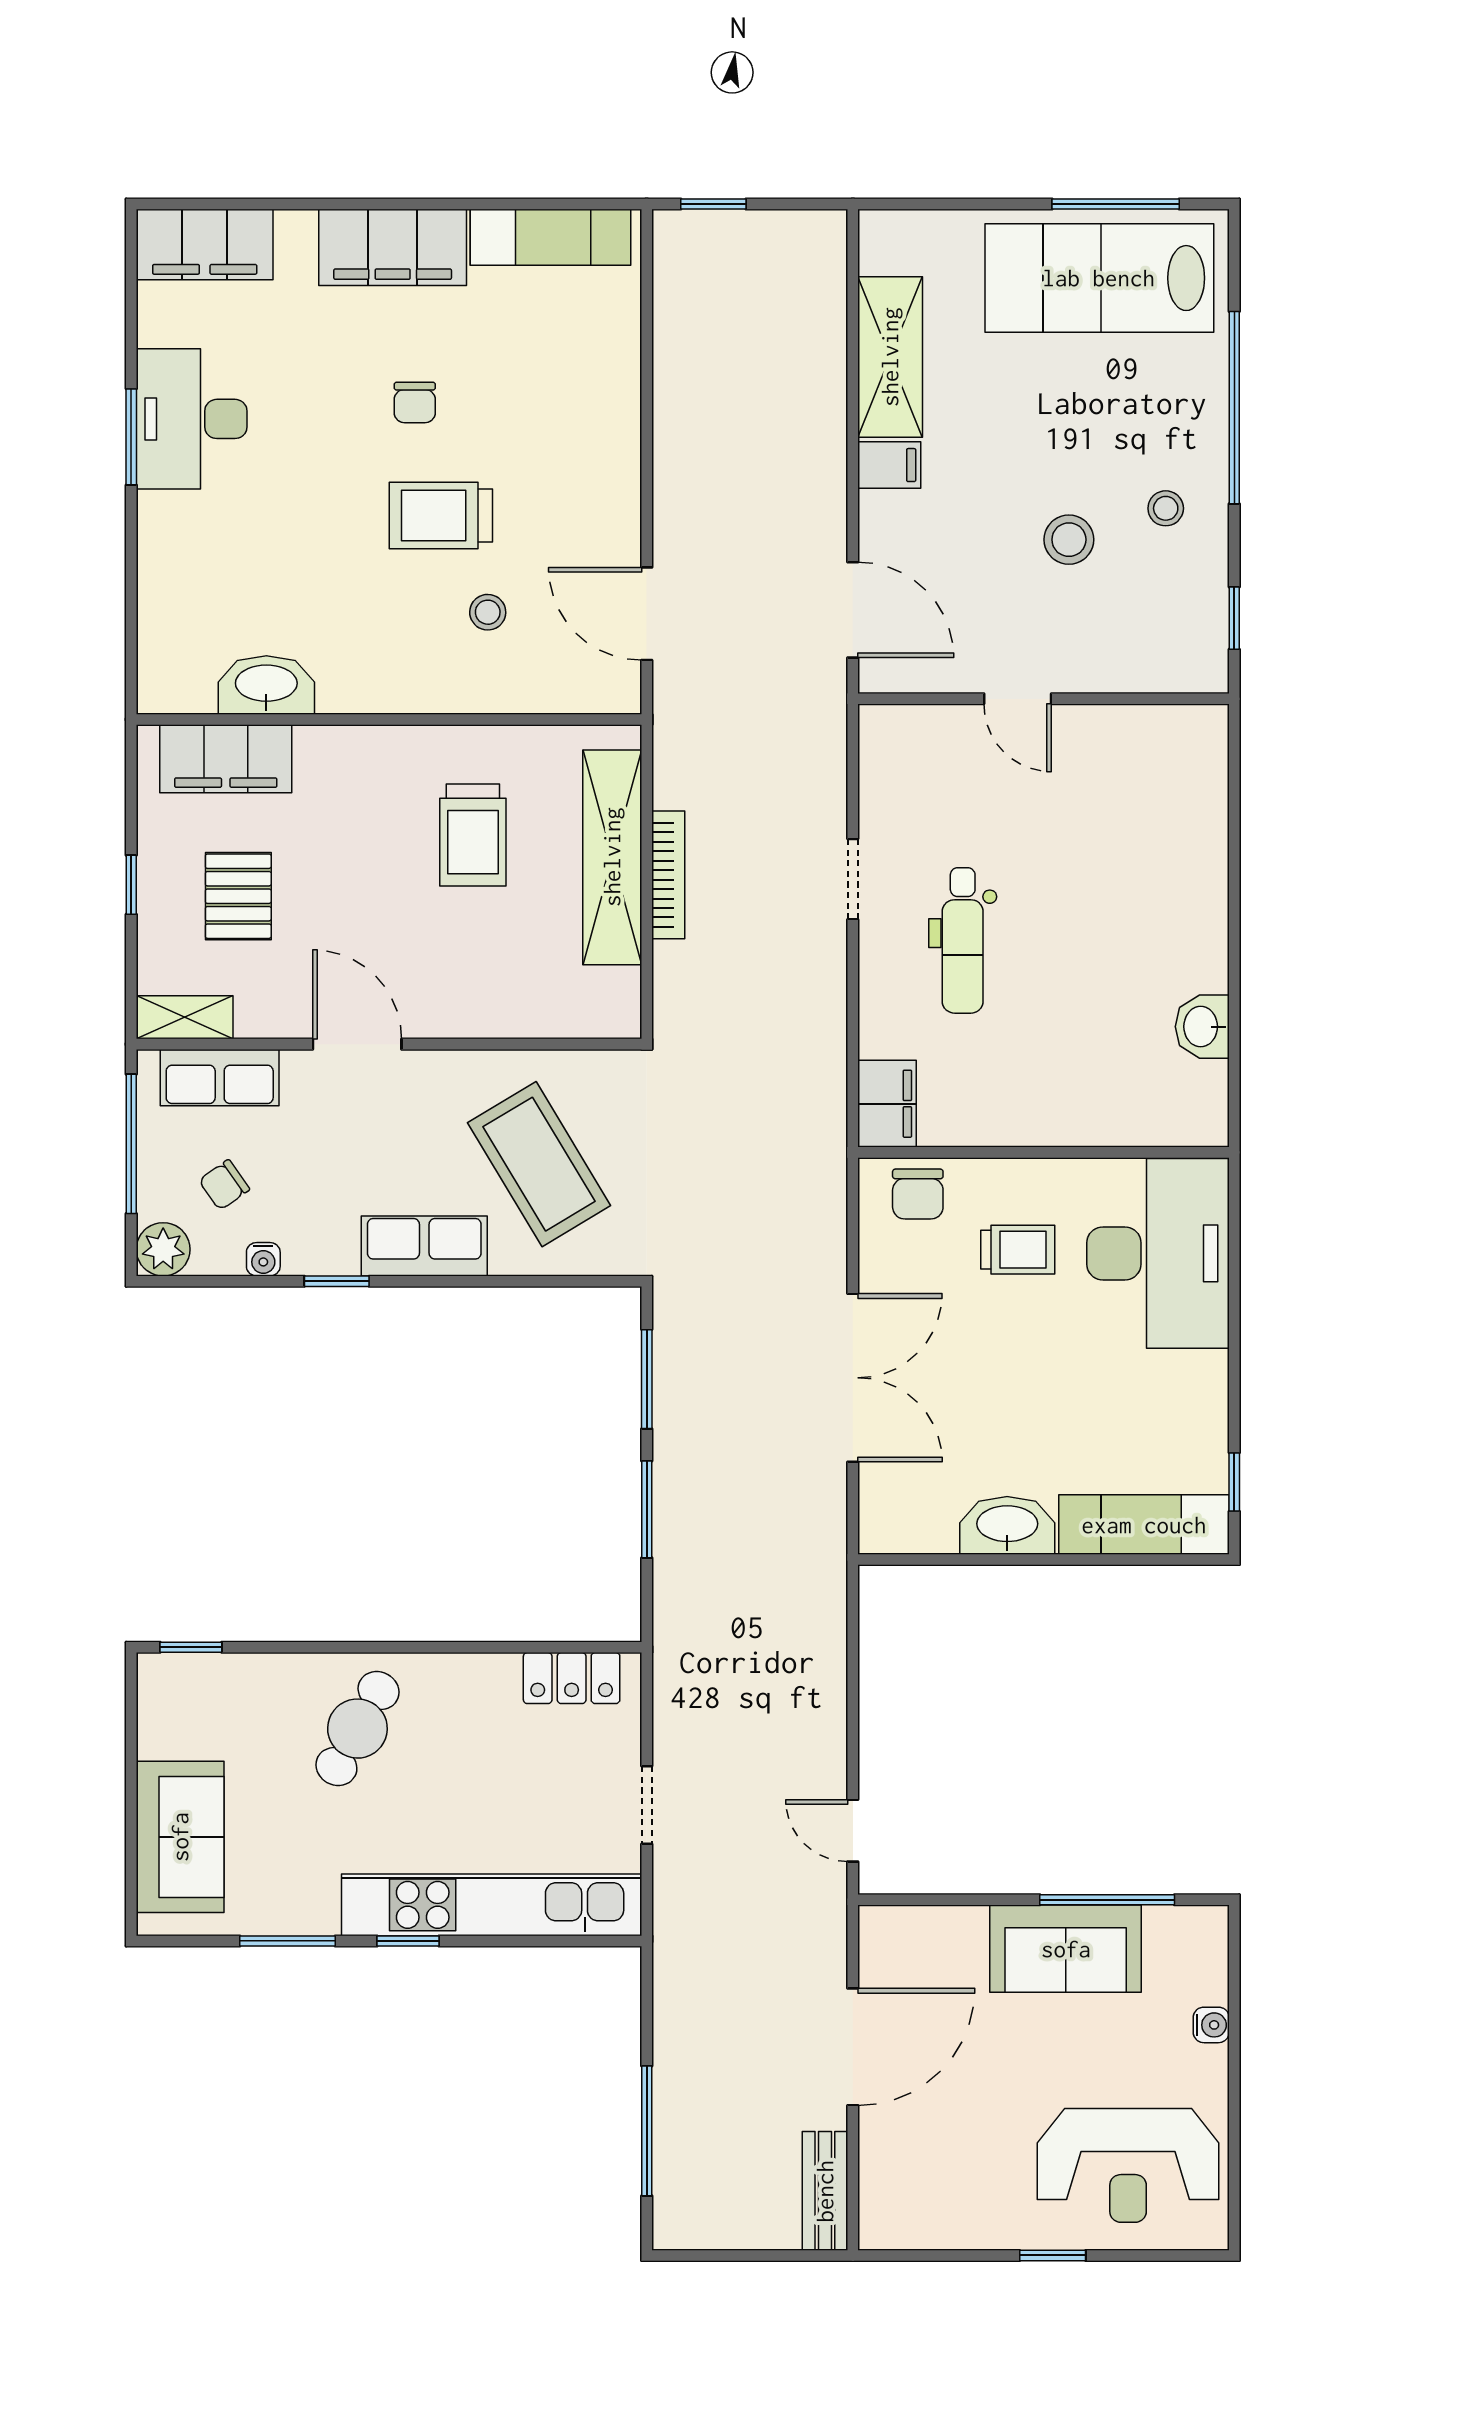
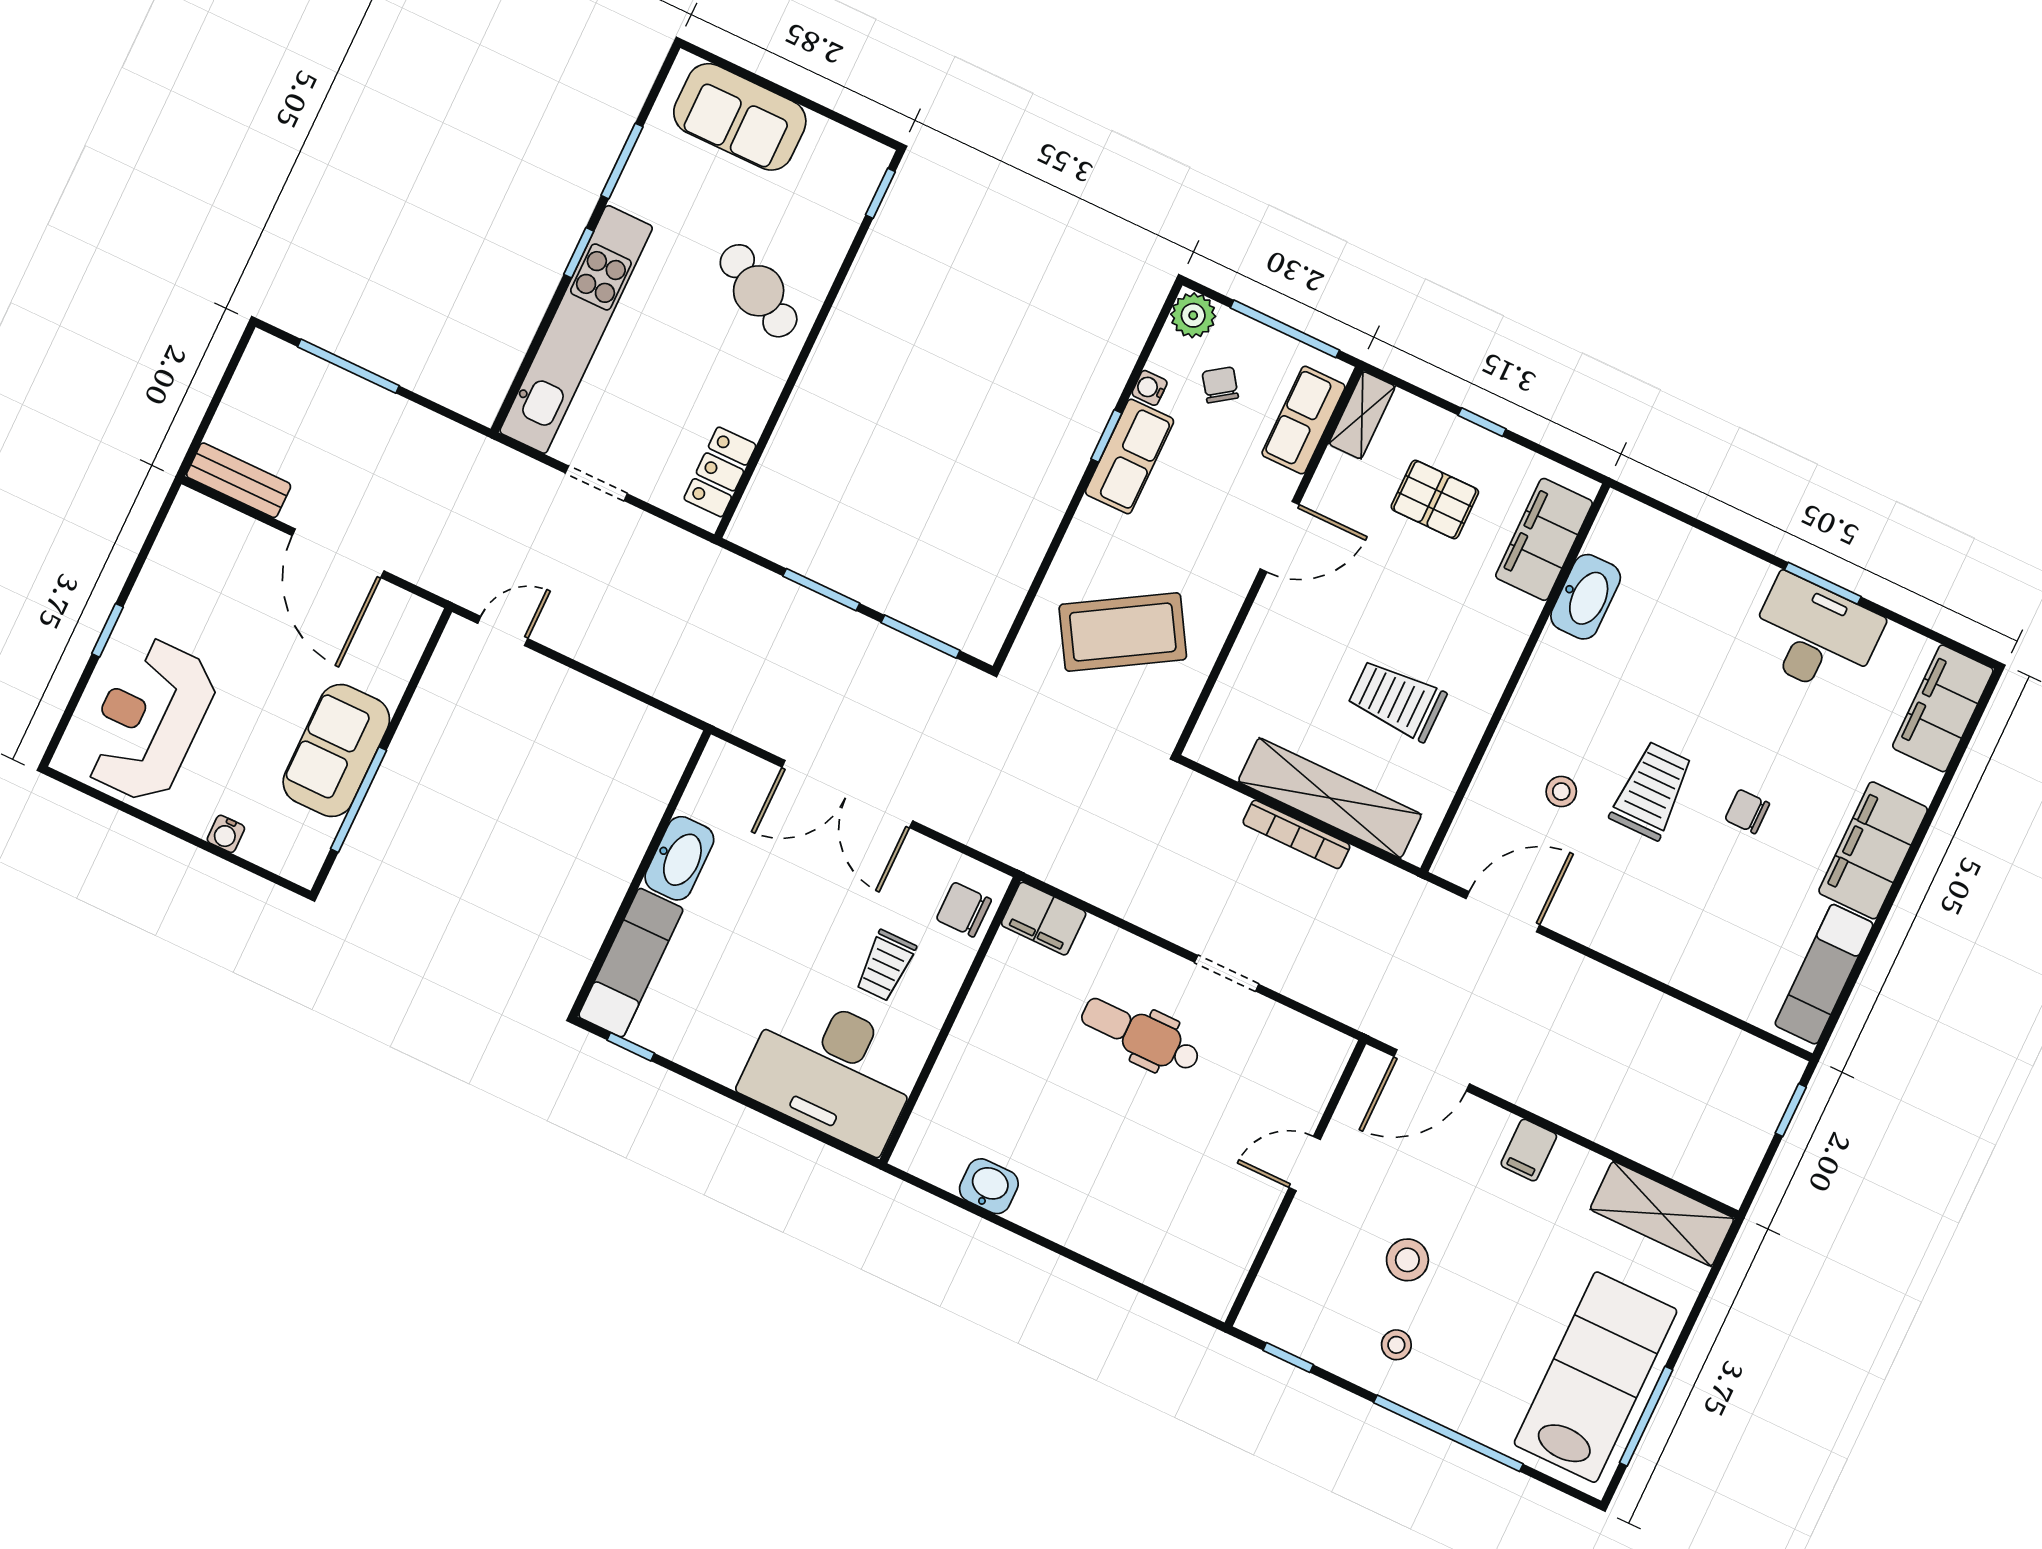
shelving: (890, 357) -> (1662, 1214), moved
row of seats: (424, 1246) -> (1129, 456), moved

